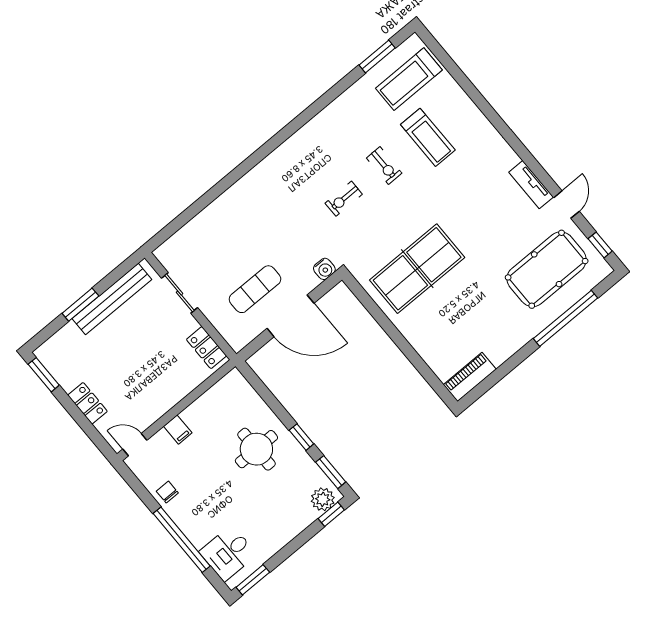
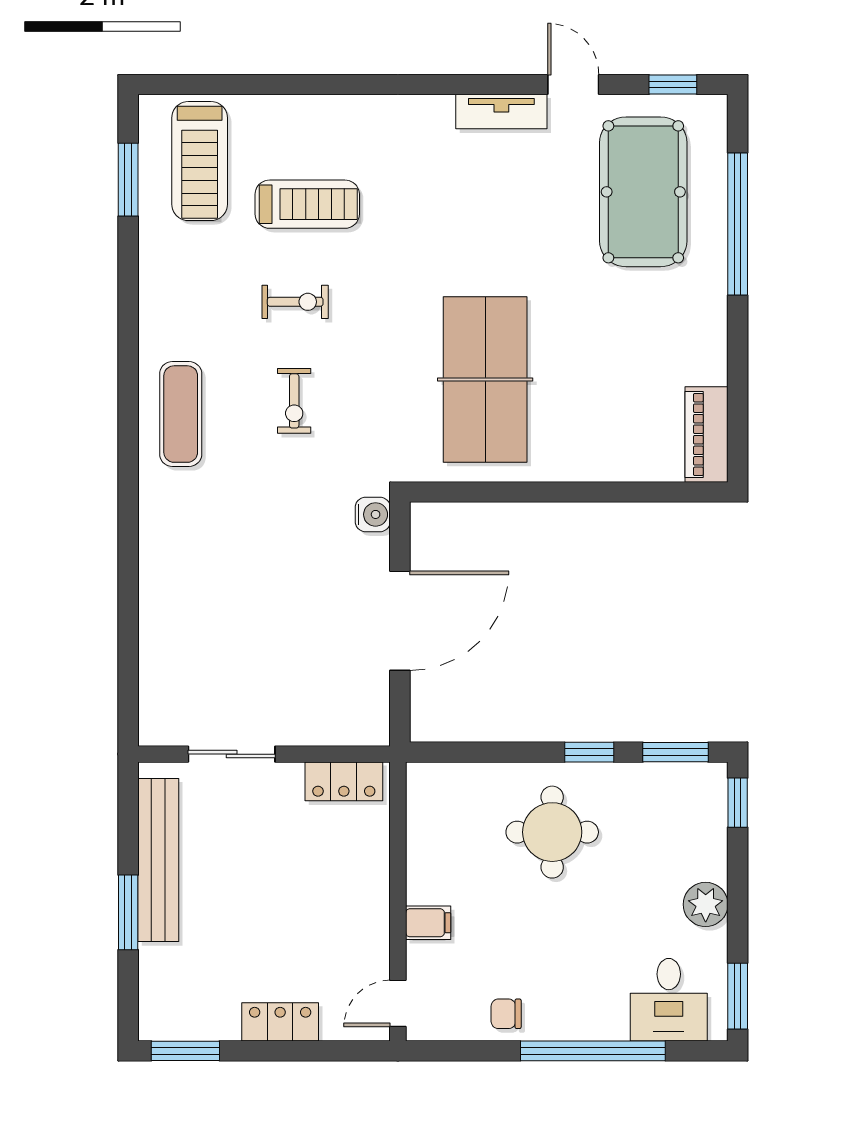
exercise mat: (255, 289) -> (181, 414), moved
plant: (323, 499) -> (706, 904), moved

